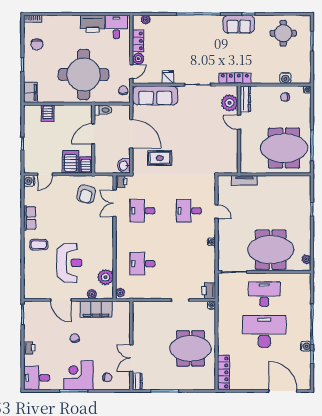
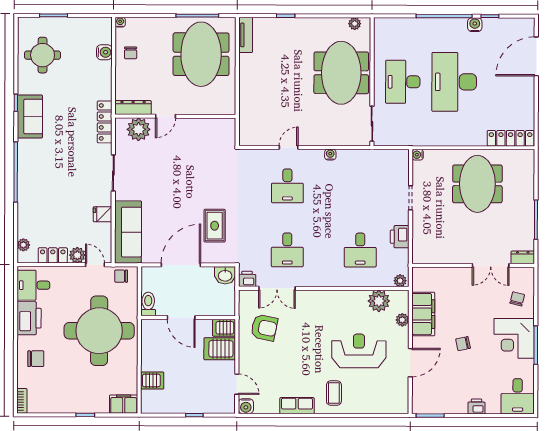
chair: (37, 44) -> (36, 359), moved
tv unit: (244, 180) -> (246, 35), moved
printer: (209, 291) -> (400, 237), moved, turned 90

